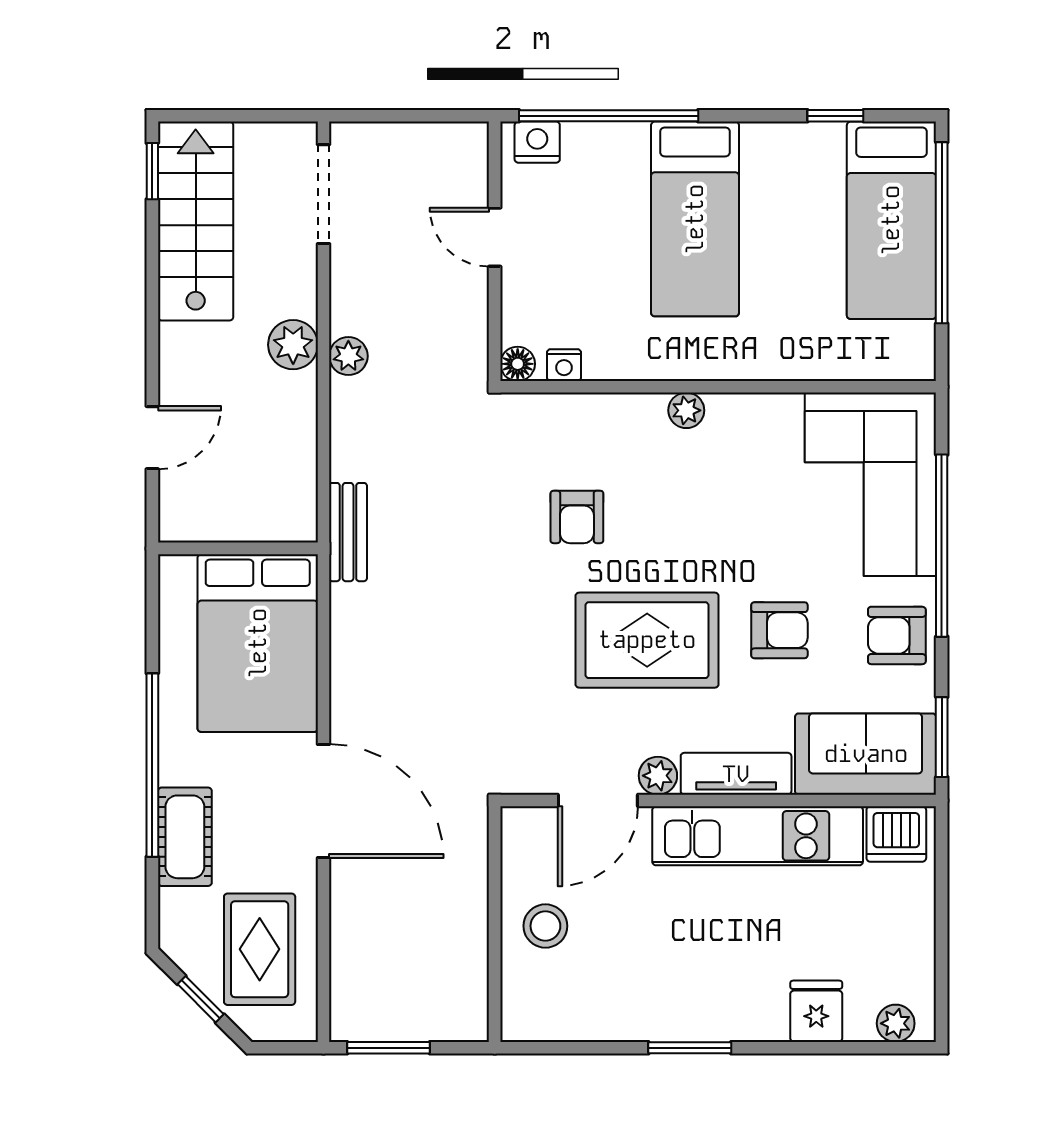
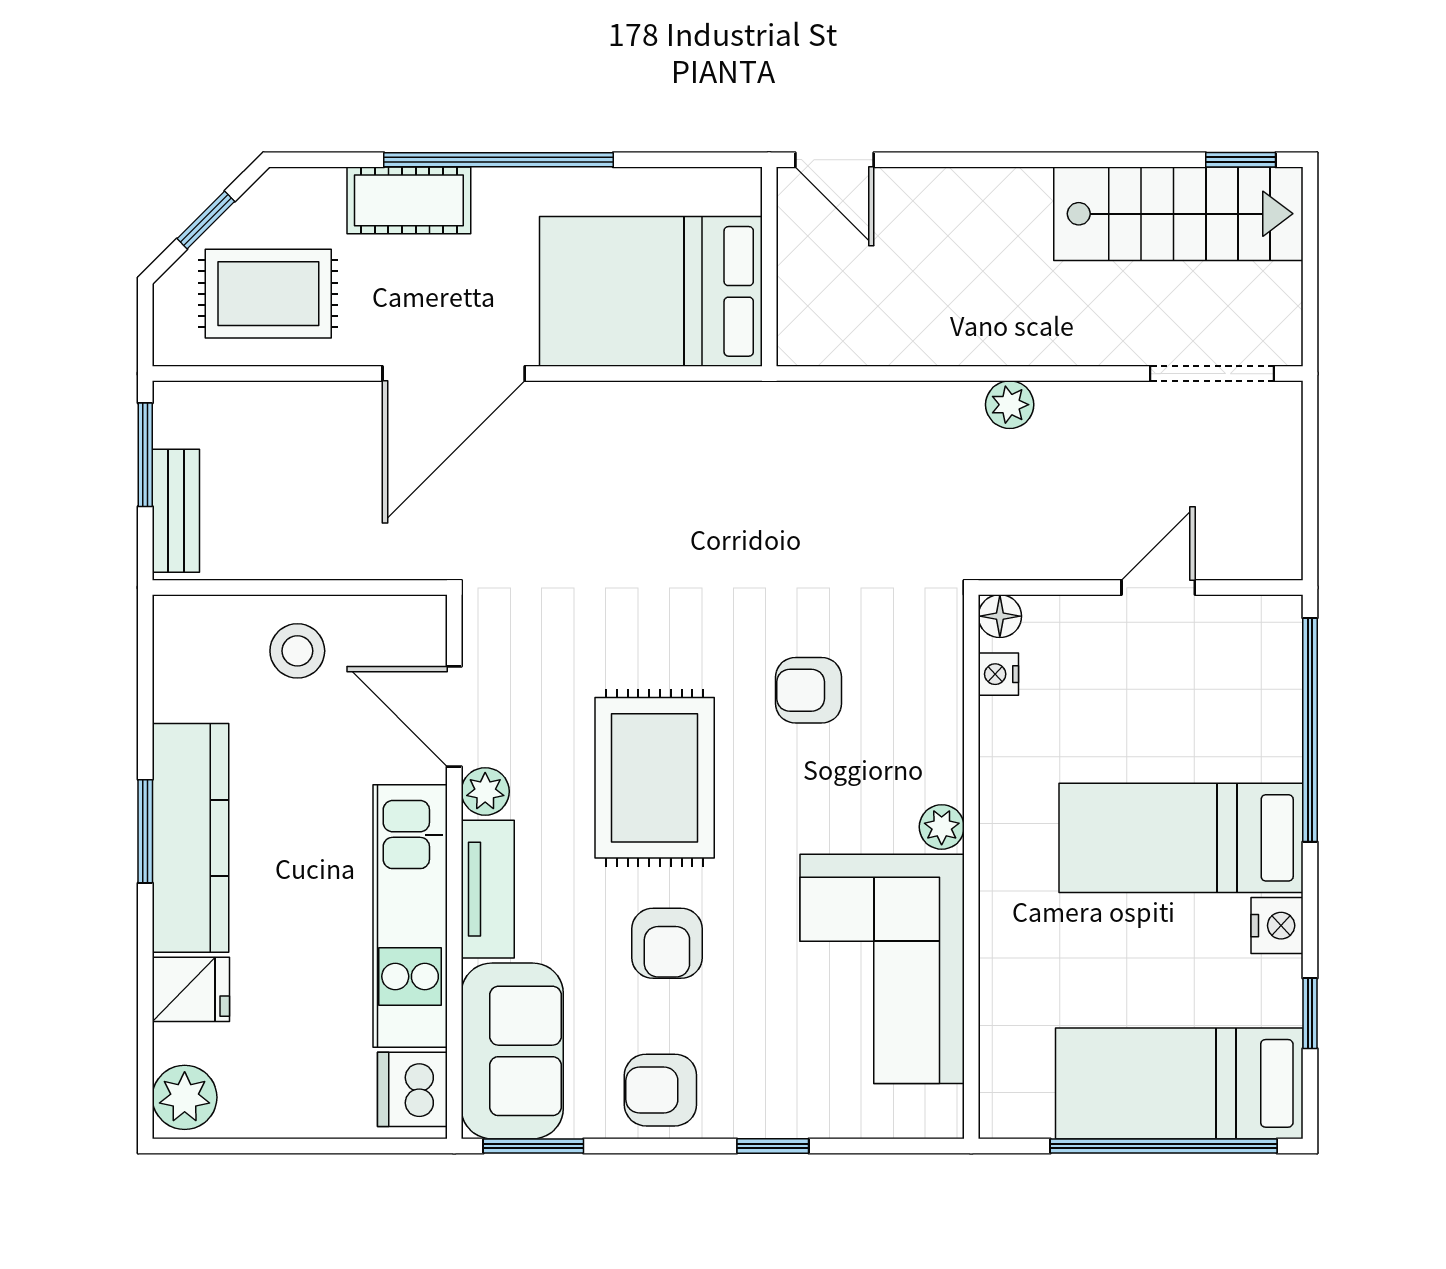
nightstand: (537, 142) -> (1277, 926), moved
plant: (293, 345) -> (1024, 335), removed
door: (152, 438) -> (835, 160), moved
corner sofa: (870, 484) -> (882, 969), moved, turned -90
bench: (348, 532) -> (176, 511), moved, turned 90
window: (942, 546) -> (773, 1146), width x0.32
armchair: (897, 635) -> (660, 1090), turned -90
kitchen counter: (695, 1012) -> (190, 838), added
plant: (896, 1023) -> (185, 1097), width x1.38, depth x1.38

